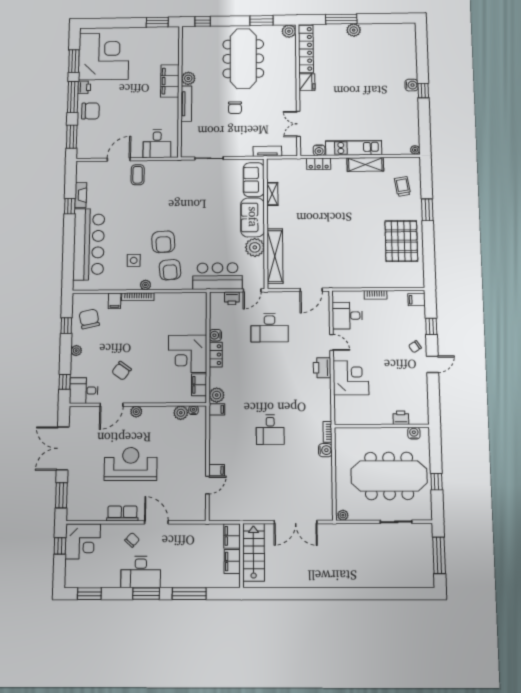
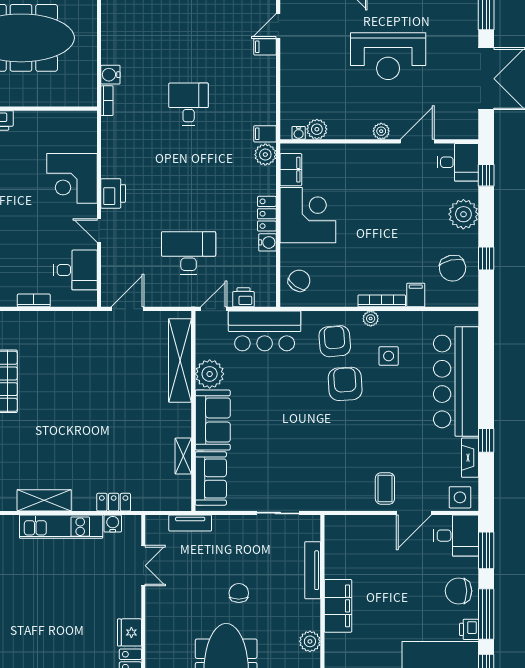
filing cabinet: (170, 81) -> (338, 606), moved
tv unit: (186, 104) -> (313, 570), moved
desk: (157, 144) -> (456, 536), moved, turned 90
side table: (88, 170) -> (460, 497), added
plant: (76, 351) -> (463, 214), width x1.87, depth x1.87
chair: (122, 371) -> (299, 281), moved

